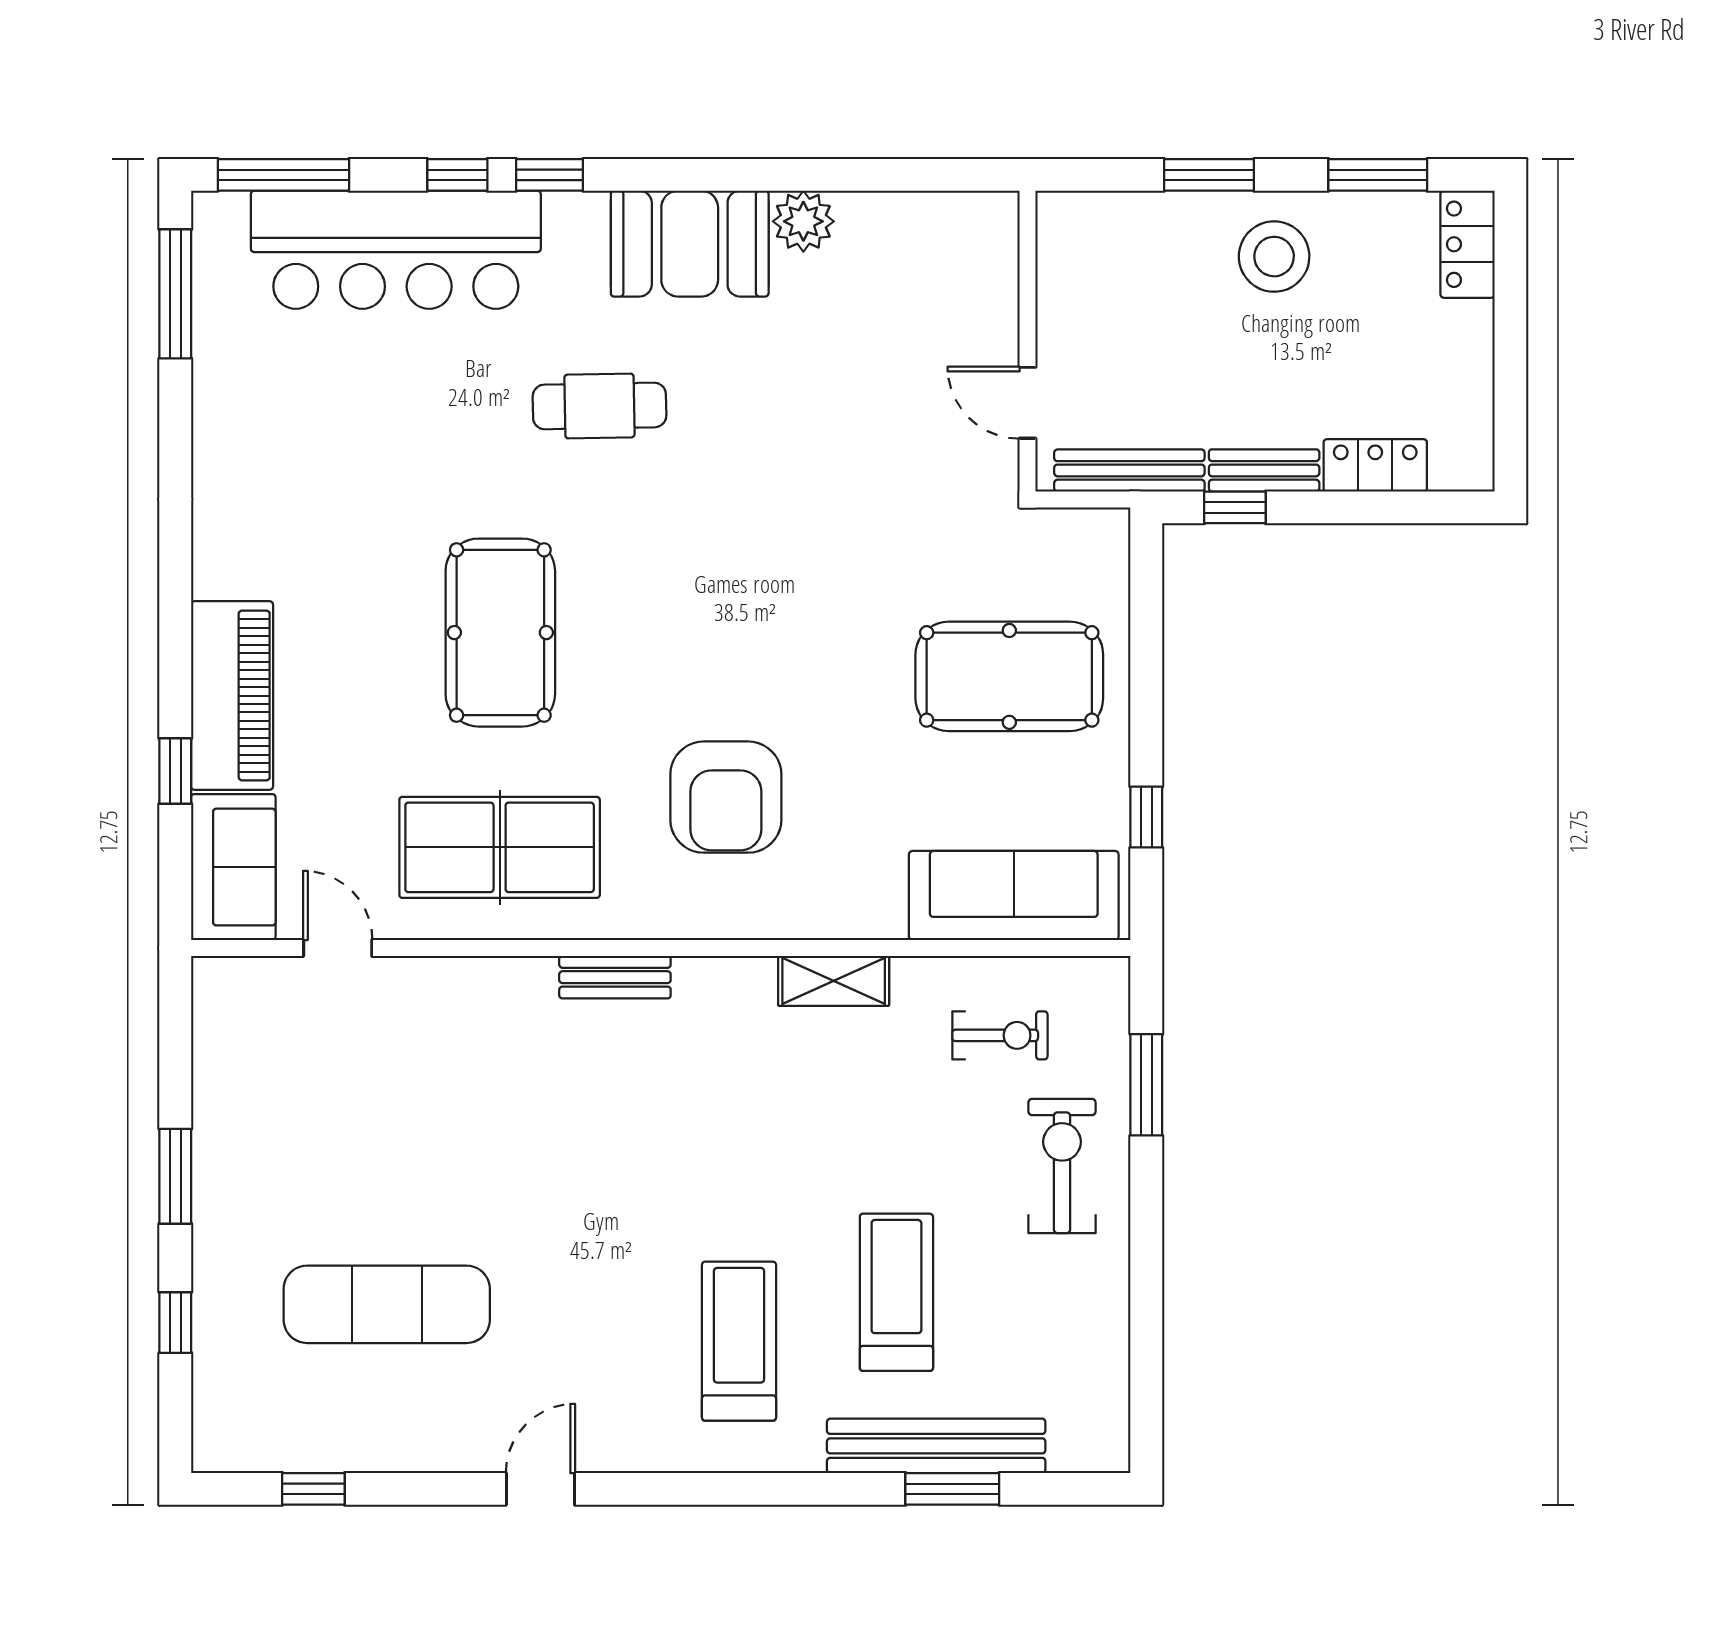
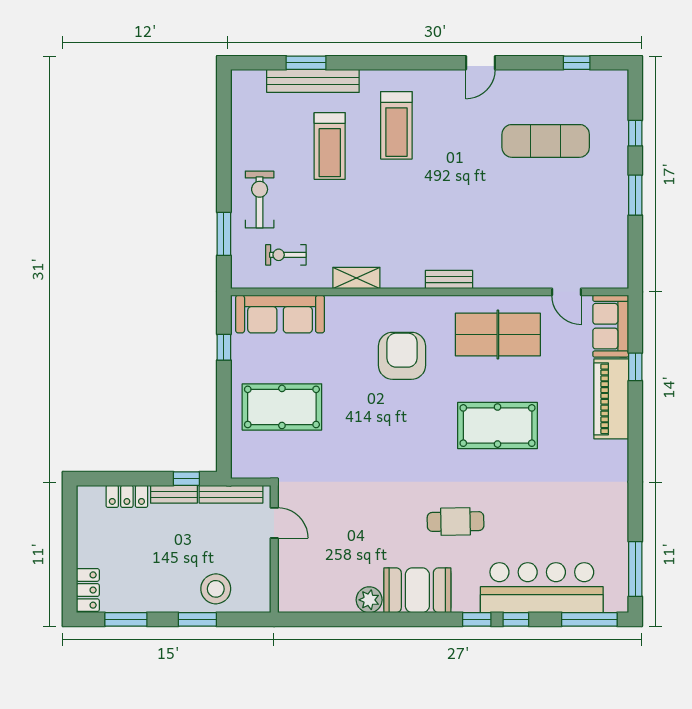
stool: (1274, 257) -> (216, 589), moved
pool table: (500, 633) -> (498, 426), turned 90
exercise bike: (1062, 1166) -> (260, 199), turned 180

